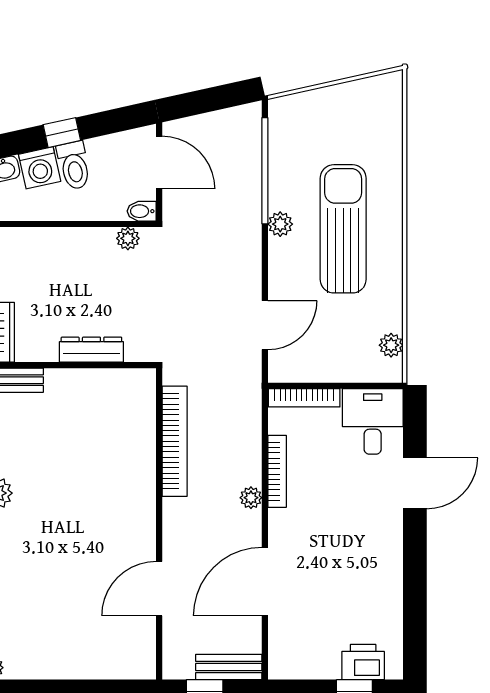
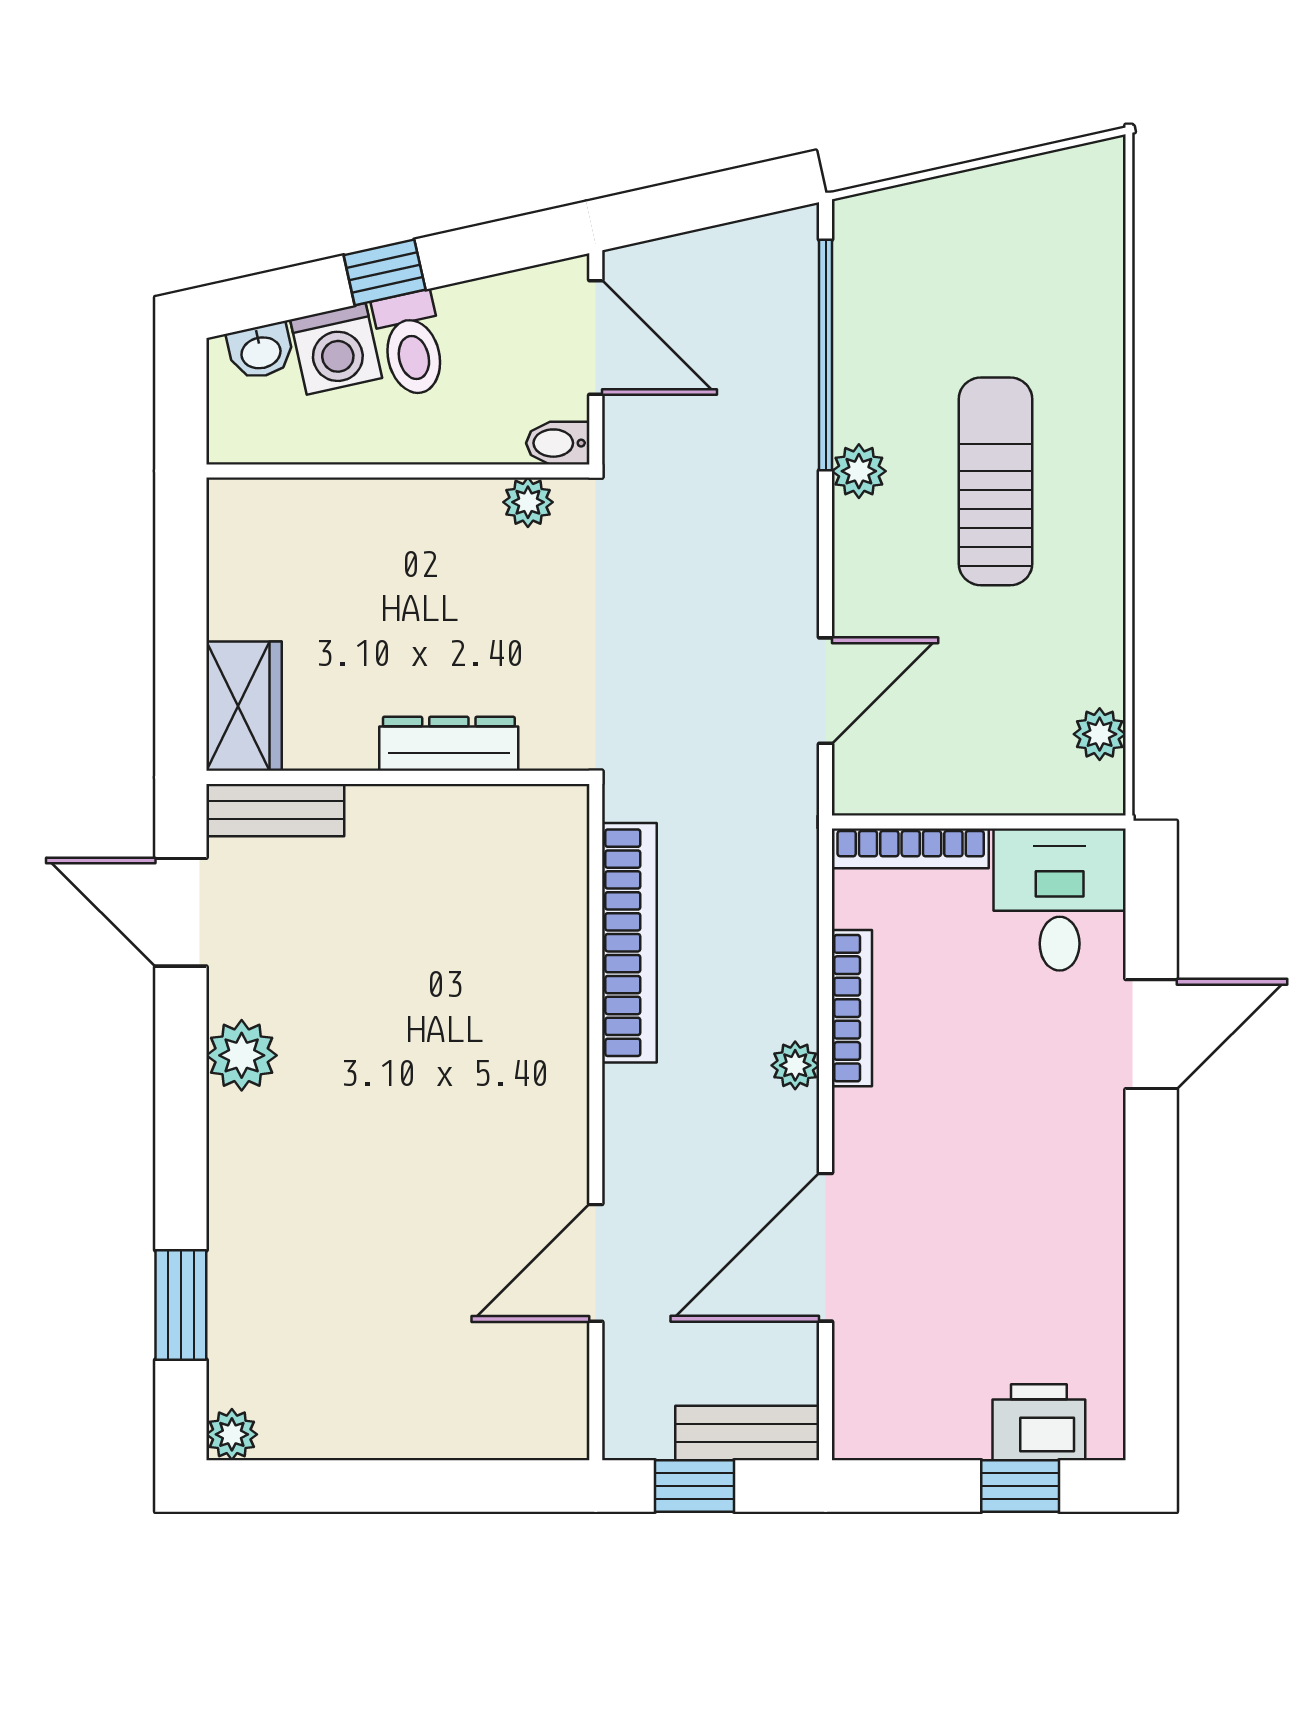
sun lounger: (343, 229) -> (995, 481), width x0.73, depth x0.75

